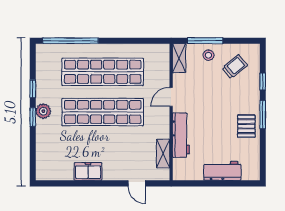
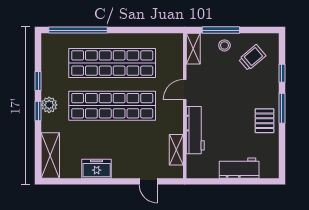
shelving: (44, 159) -> (50, 155), added

